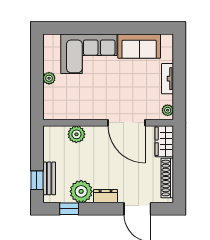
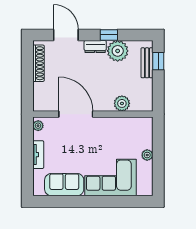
wardrobe: (164, 141) -> (41, 97), removed
window: (69, 209) -> (109, 35), moved

